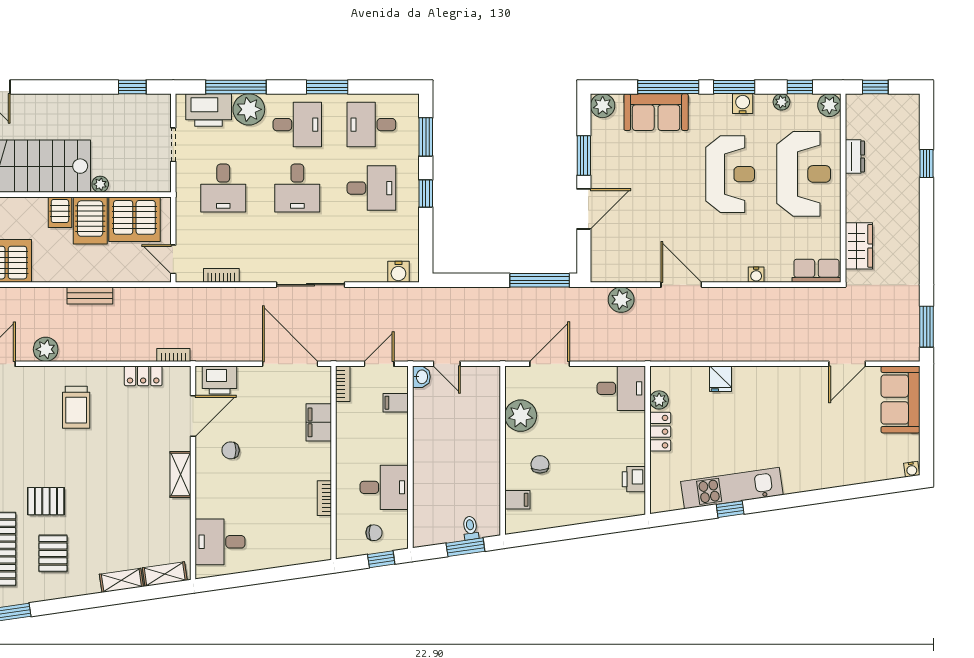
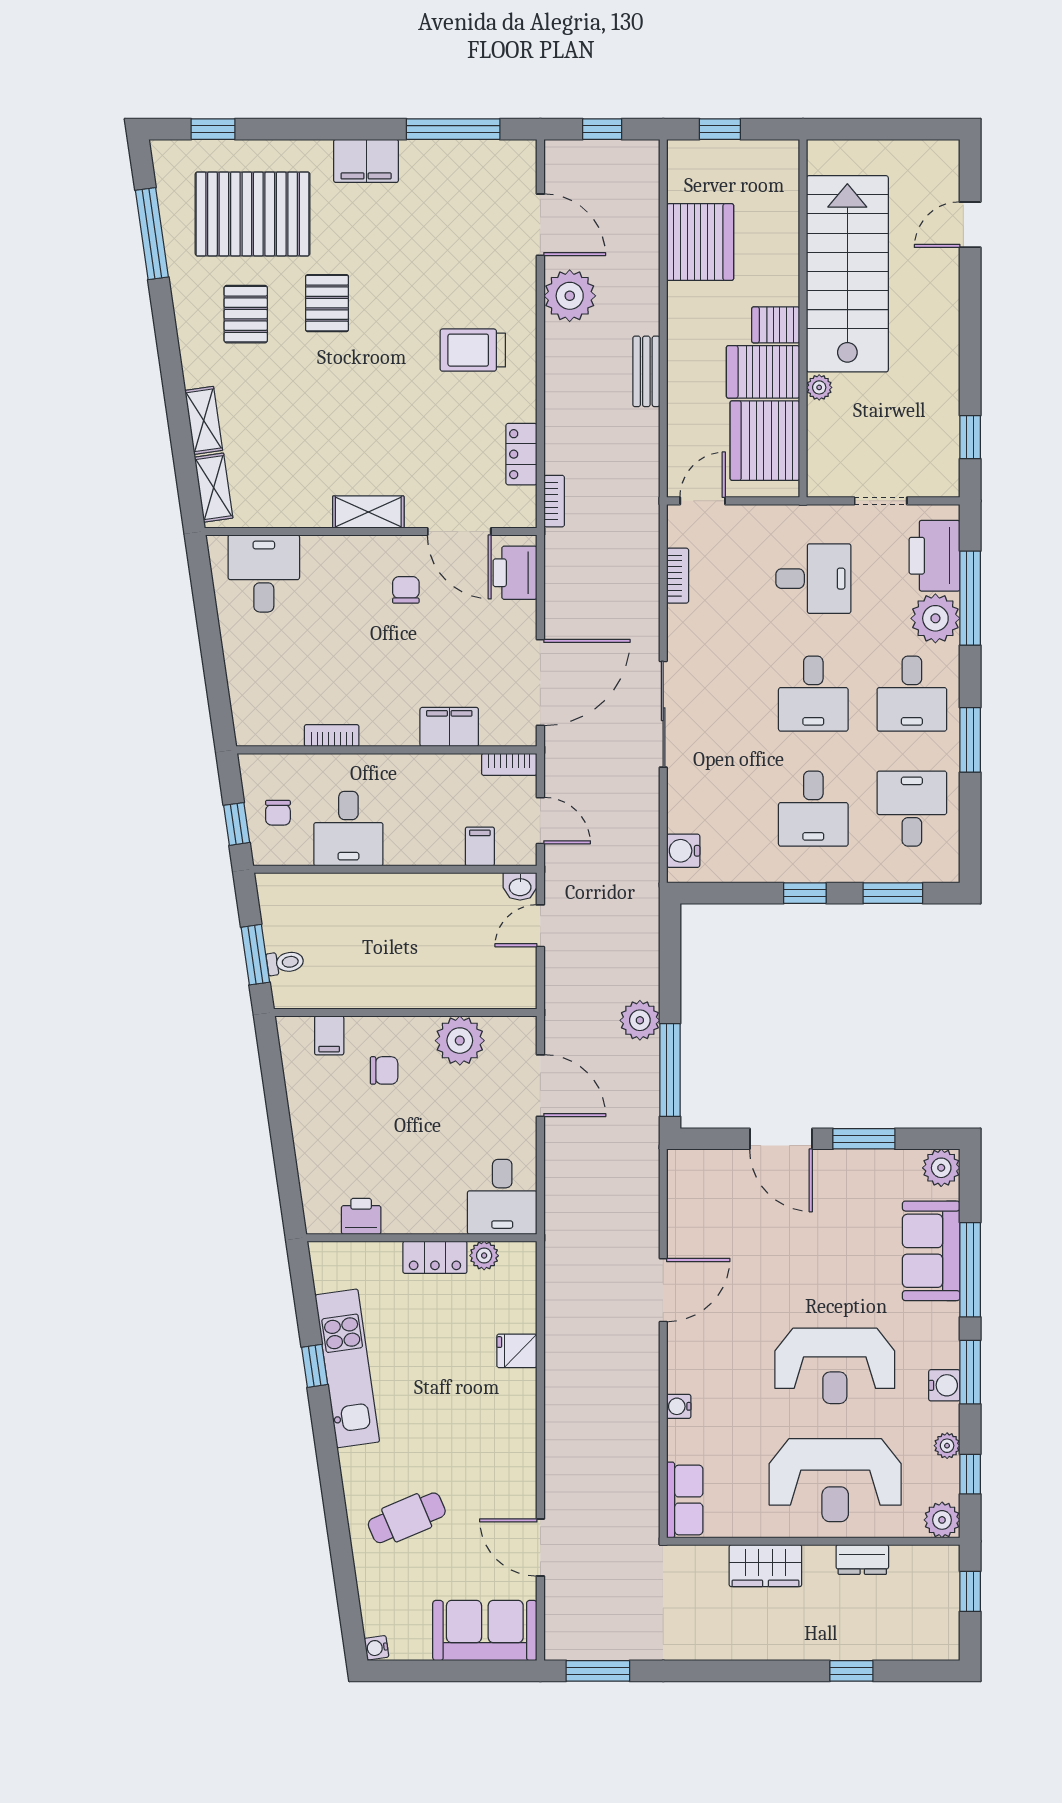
desk: (223, 188) -> (813, 579), turned 180
desk: (297, 188) -> (813, 694), turned -90
wardrobe: (859, 246) -> (765, 1566), moved
plant: (621, 300) -> (640, 1020), moved
plant: (46, 349) -> (570, 296), width x1.36, depth x1.36
cafe table: (828, 450) -> (407, 1518), added
pallet: (53, 553) -> (246, 314), turned 90

